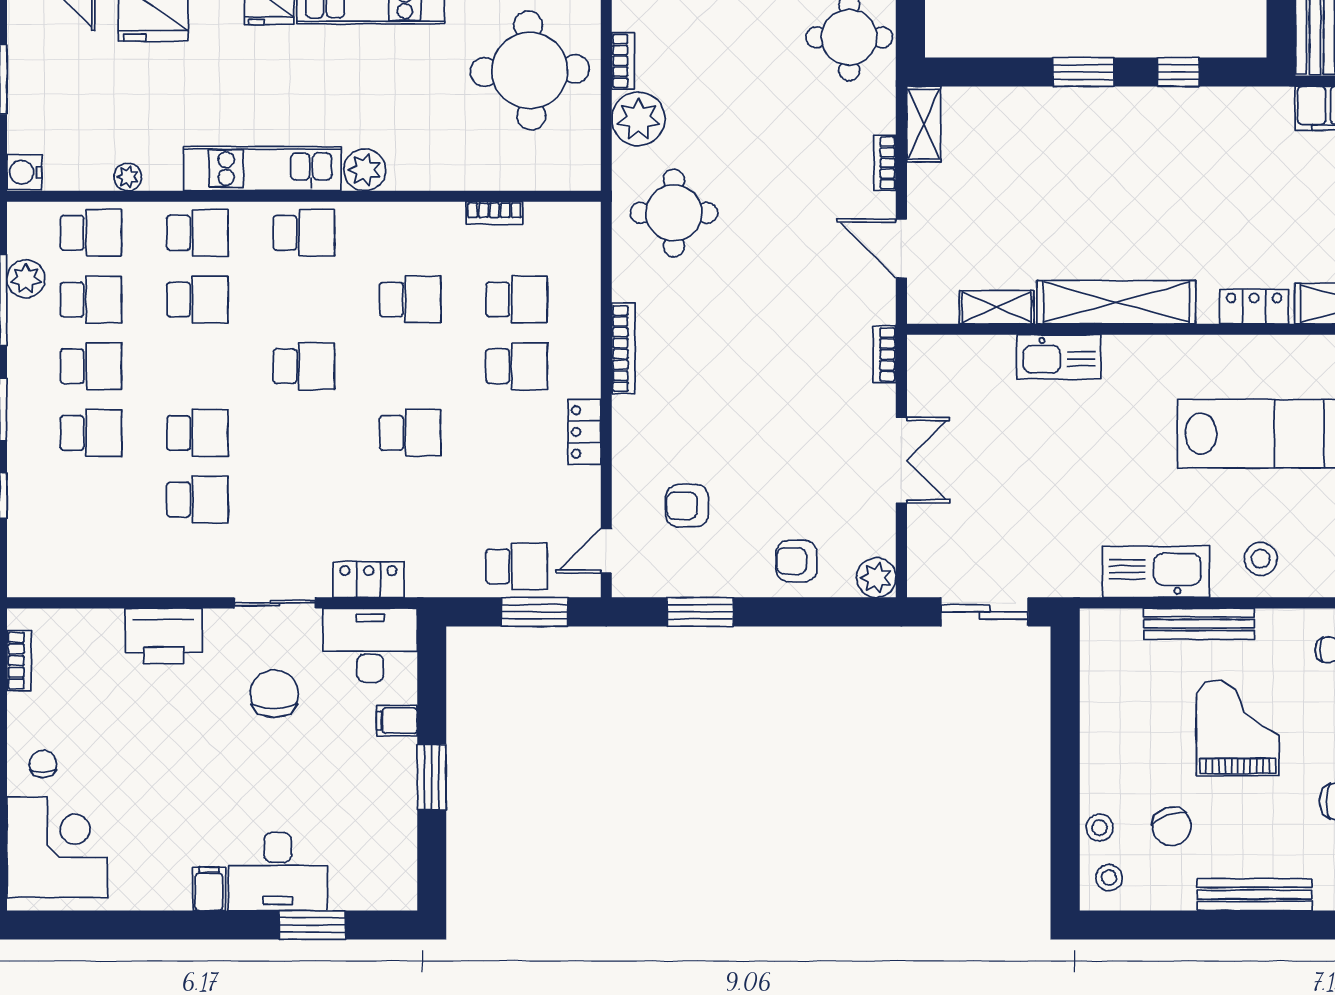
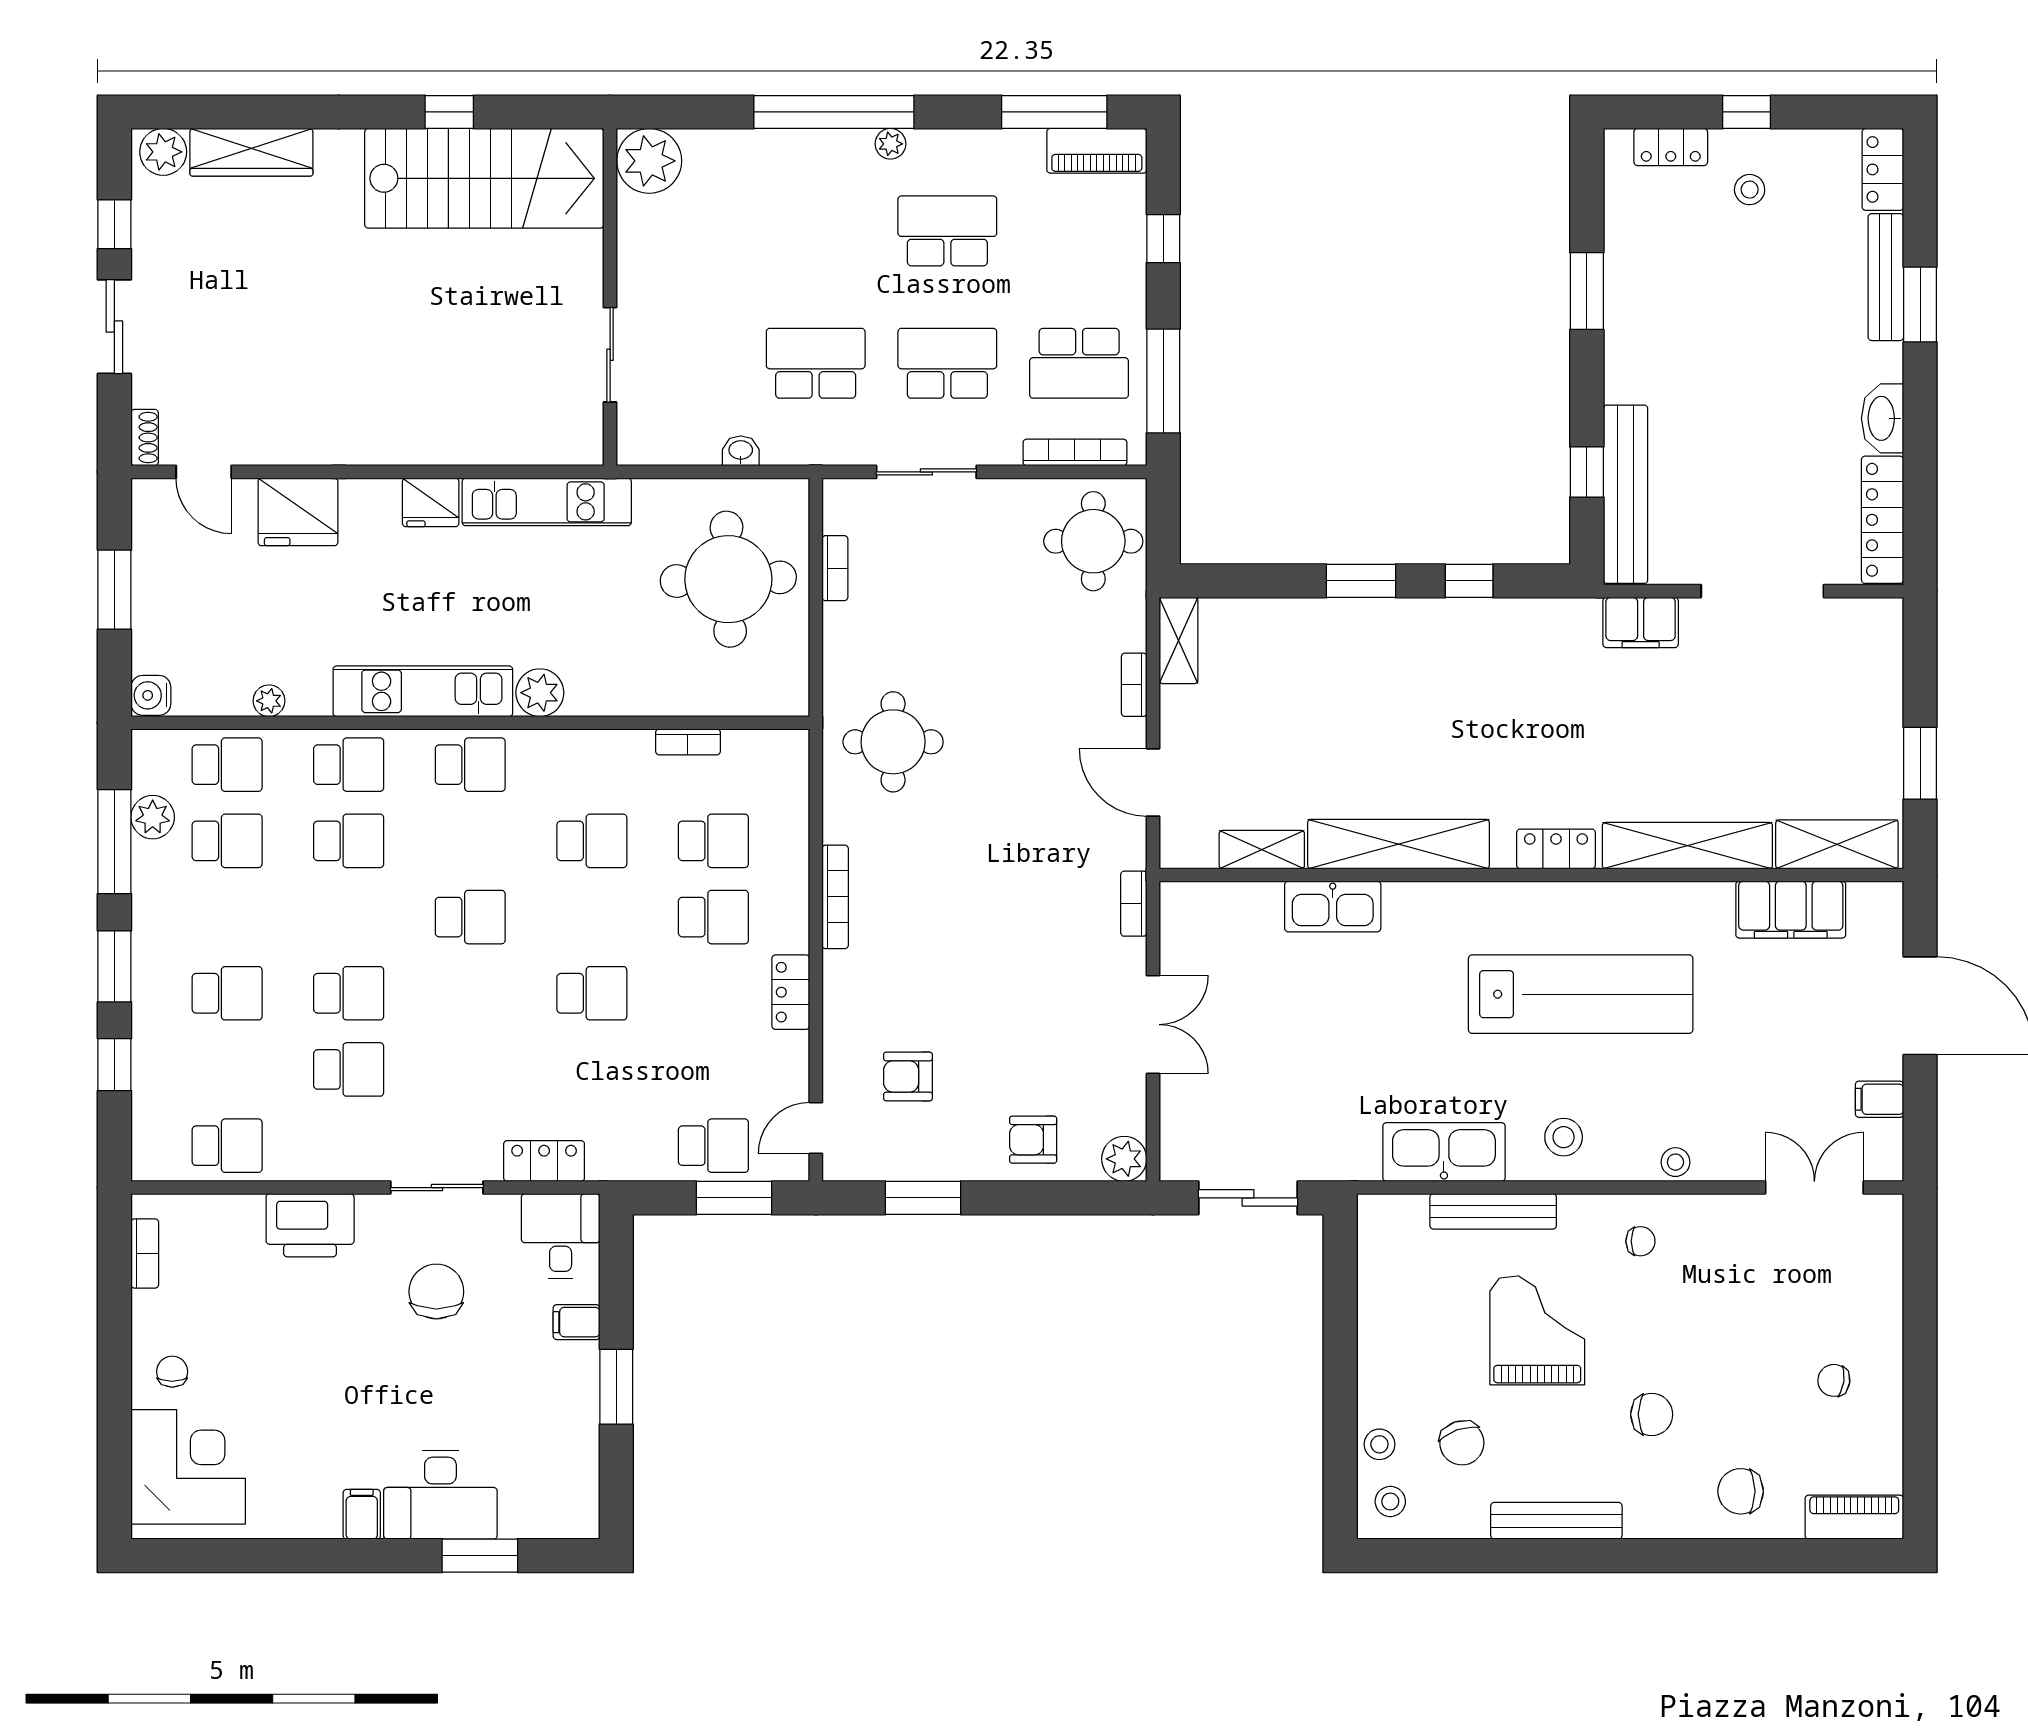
plant: (638, 119) -> (853, 635), removed
school desk: (91, 366) -> (227, 1146), moved
desk: (370, 645) -> (561, 1236), width x0.73

